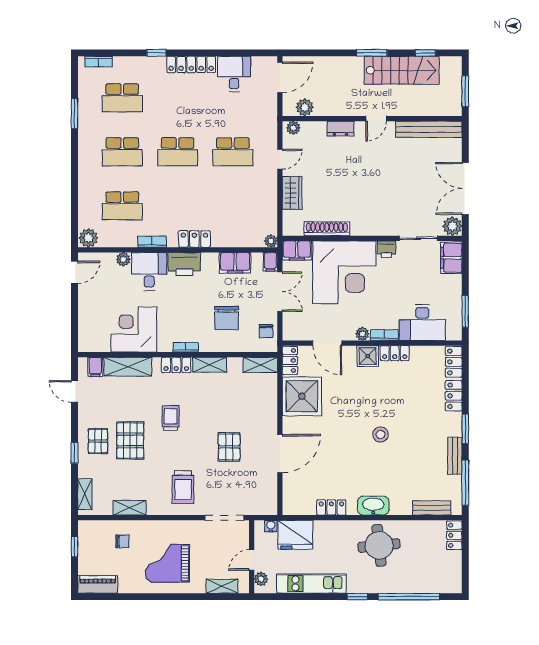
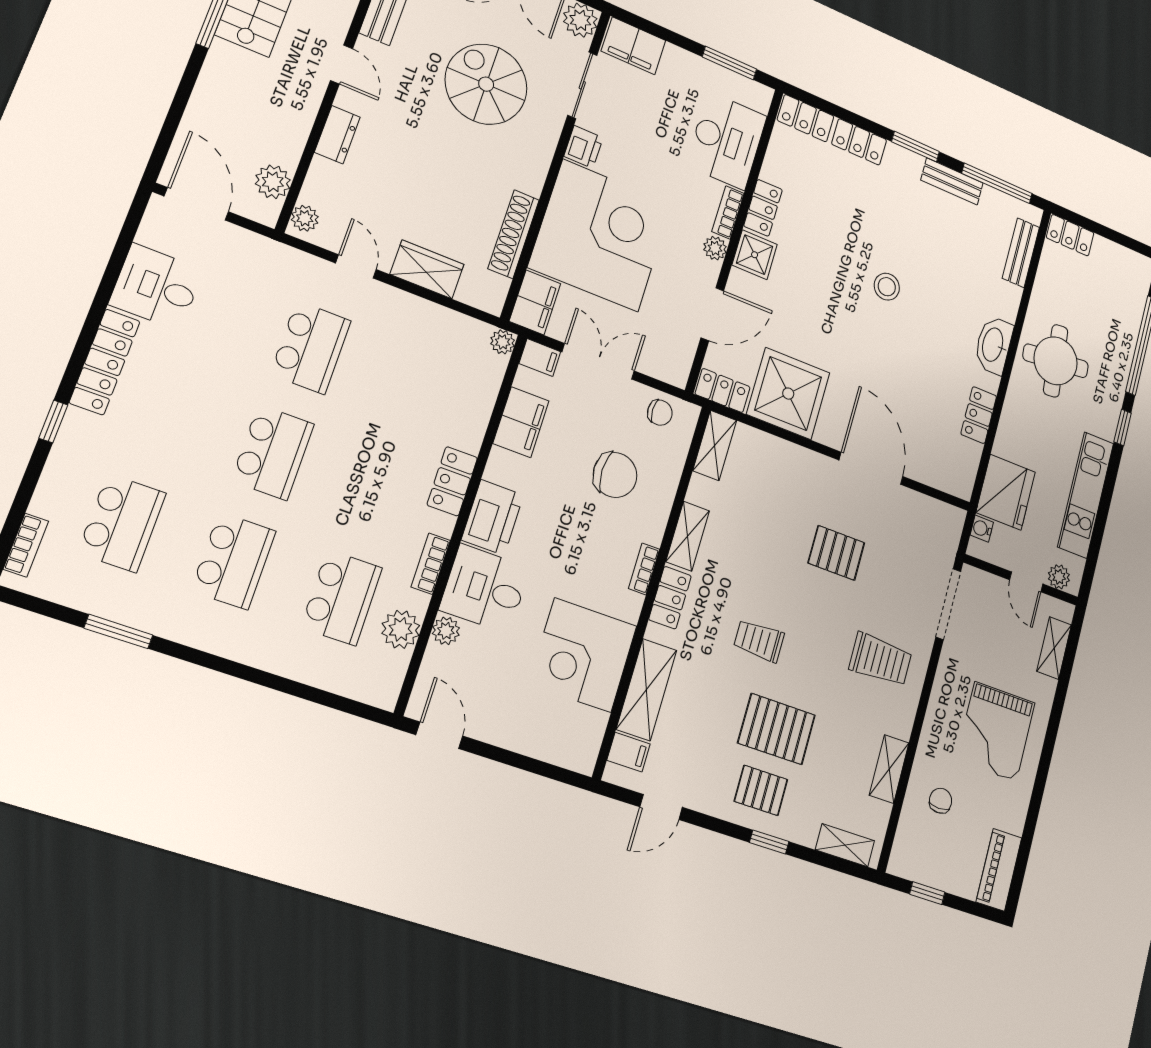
spiral stairs: (397, 190) -> (486, 84), added
plant: (88, 238) -> (401, 629), moved

